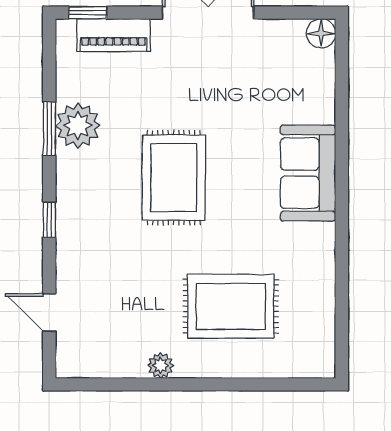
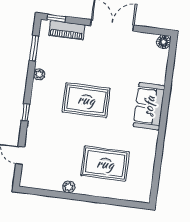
plant: (78, 126) -> (39, 74), width x0.53, depth x0.53
window: (49, 129) -> (34, 48), moved
rug: (174, 178) -> (86, 100), turned 90

